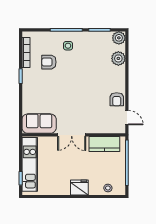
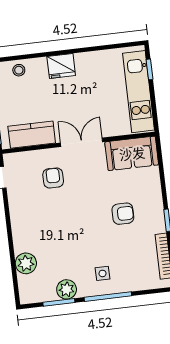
plant: (119, 38) -> (67, 289), moved
armchair: (49, 62) -> (123, 214), moved
armchair: (117, 99) -> (53, 178), moved

